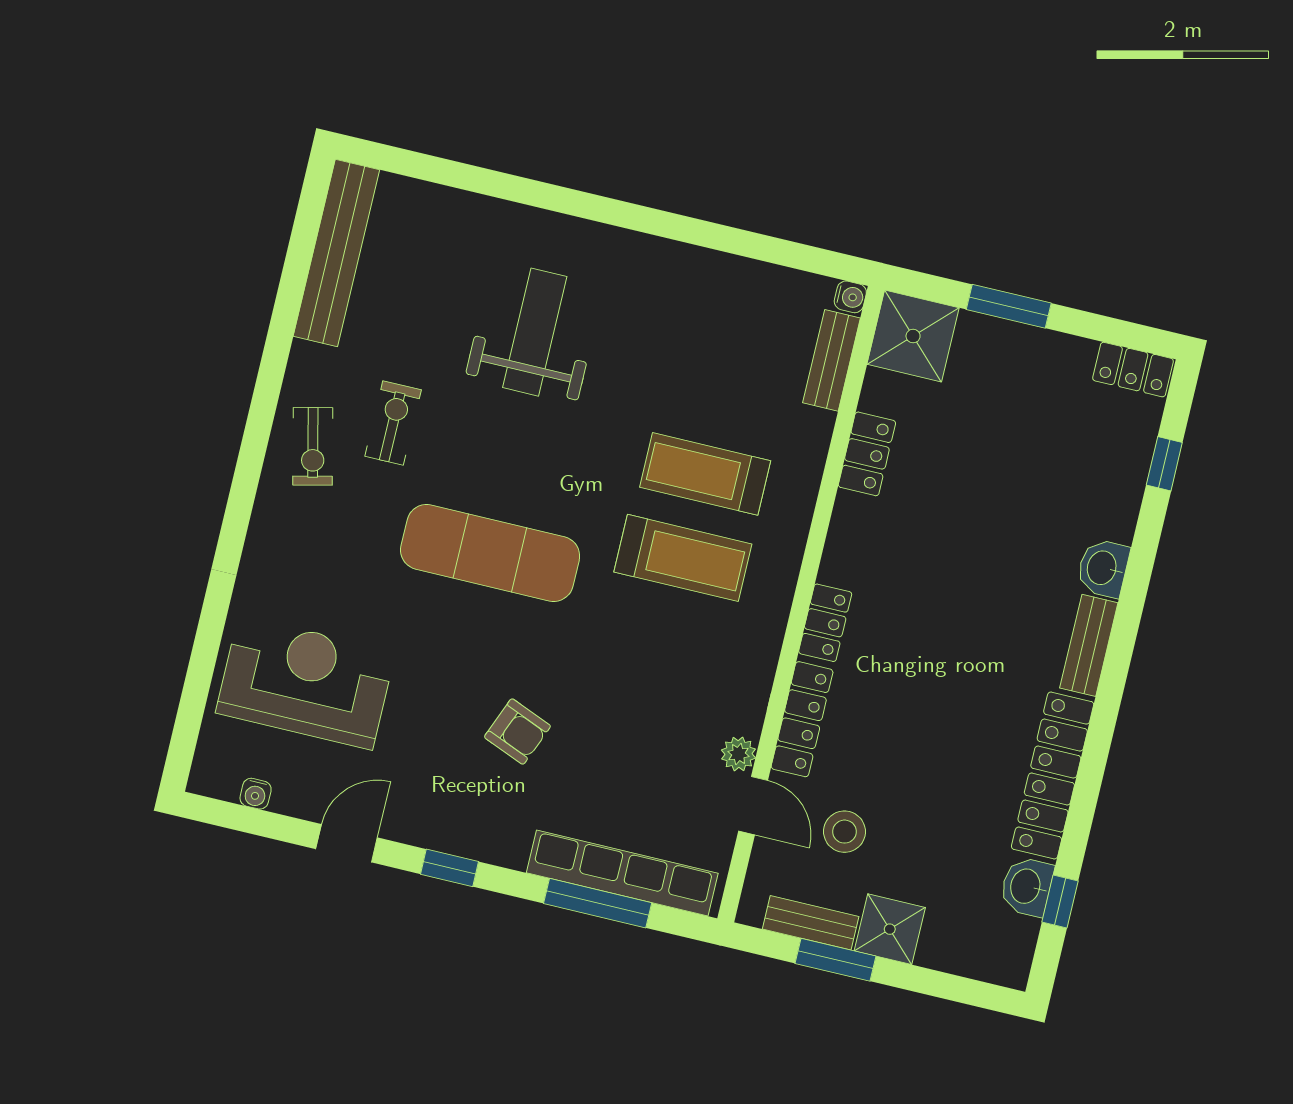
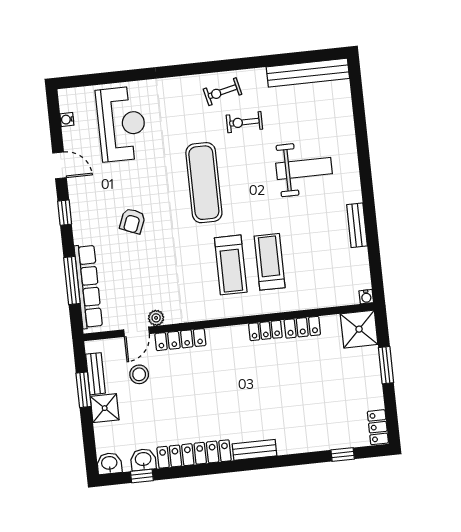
bench: (832, 360) -> (357, 225), moved, turned 90
exercise bike: (393, 423) -> (244, 122), turned 180
washbasin: (1103, 568) -> (109, 463), moved
locker: (825, 623) -> (265, 331), moved

